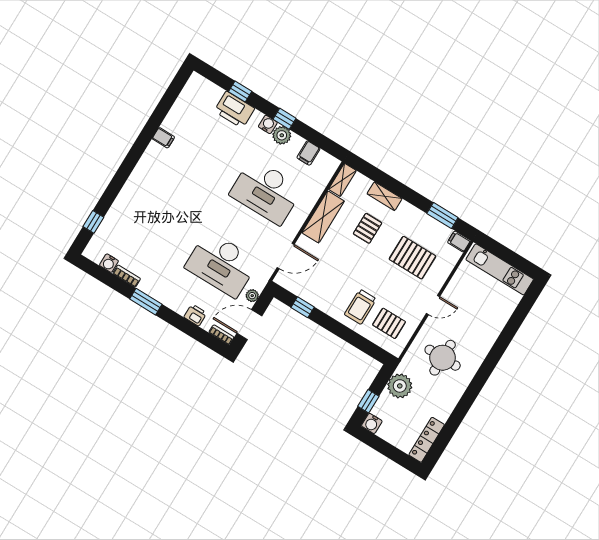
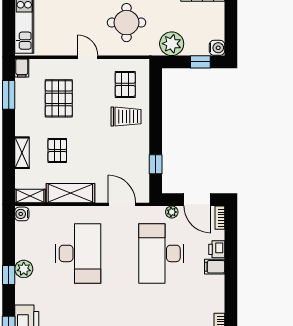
water cooler: (268, 124) -> (22, 214), moved
filing cabinet: (308, 153) -> (215, 267), moved, turned 180
pallet: (368, 228) -> (57, 151), turned 90
desk: (222, 264) -> (161, 253), turned 180
window: (146, 302) -> (231, 297), removed

